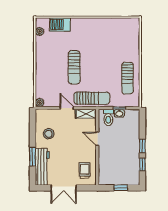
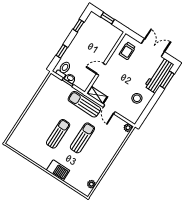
barbecue: (60, 24) -> (58, 170), moved
sun lounger: (127, 78) -> (58, 134), moved
toilet: (108, 117) -> (64, 69), moved
door: (97, 139) -> (101, 69), swing flipped
window: (142, 146) -> (62, 51), moved
window: (33, 157) -> (167, 80), moved

